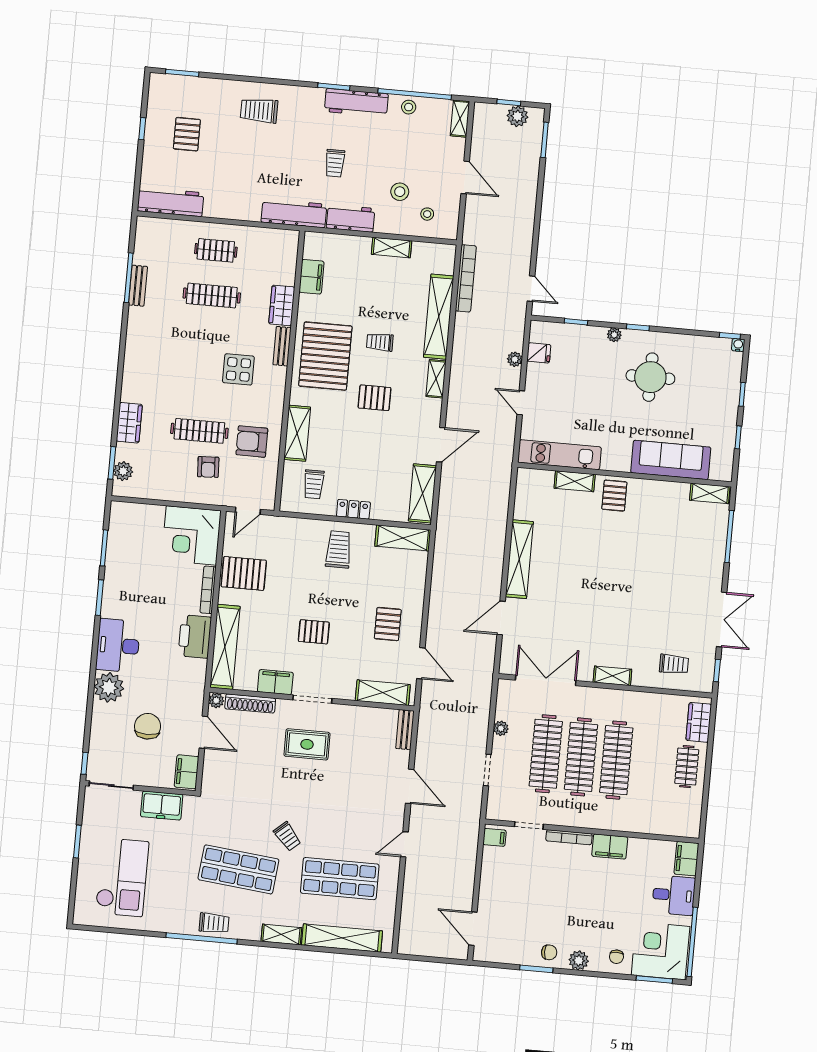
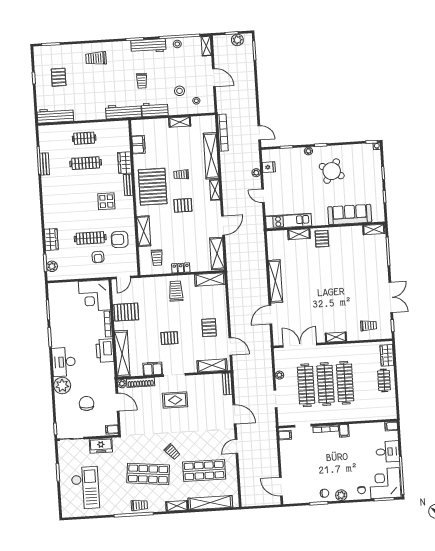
round table: (650, 377) -> (332, 171), turned 30
filing cabinet: (187, 772) -> (112, 430), width x0.50
filing cabinet: (610, 847) -> (344, 431), width x0.50
filing cabinet: (686, 859) -> (391, 426), width x0.50

